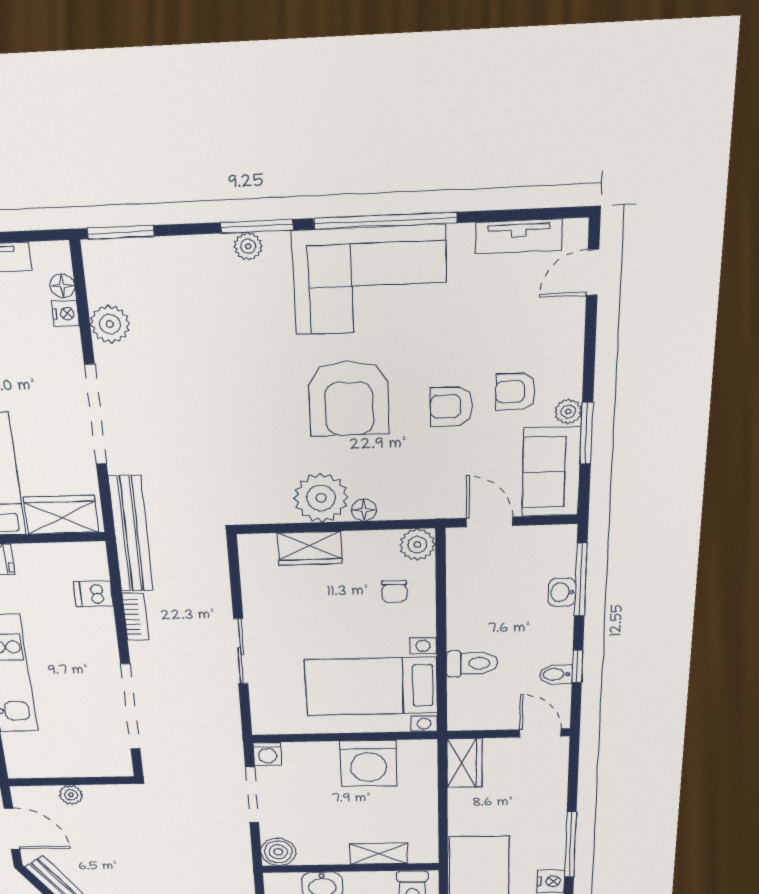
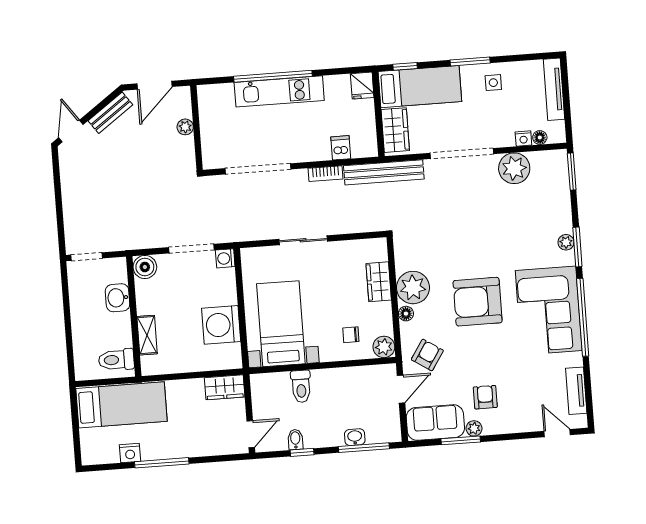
plant: (110, 324) -> (514, 168), width x1.36, depth x1.36
armchair: (451, 406) -> (427, 355), moved, turned 33

